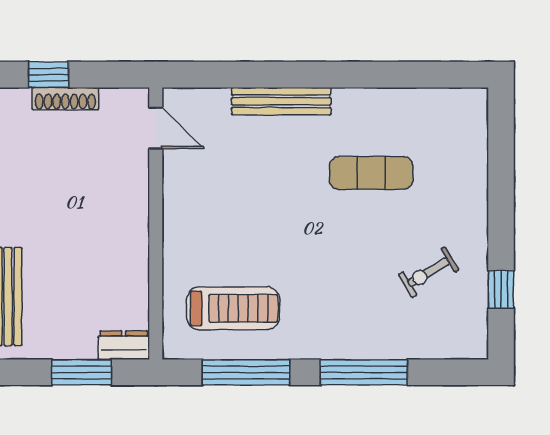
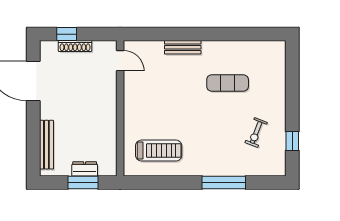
bench: (281, 101) -> (183, 47), width x0.73
exercise bike: (429, 272) -> (256, 133), turned -38
dresser: (124, 345) -> (85, 169), moved
window: (246, 372) -> (165, 182), removed

